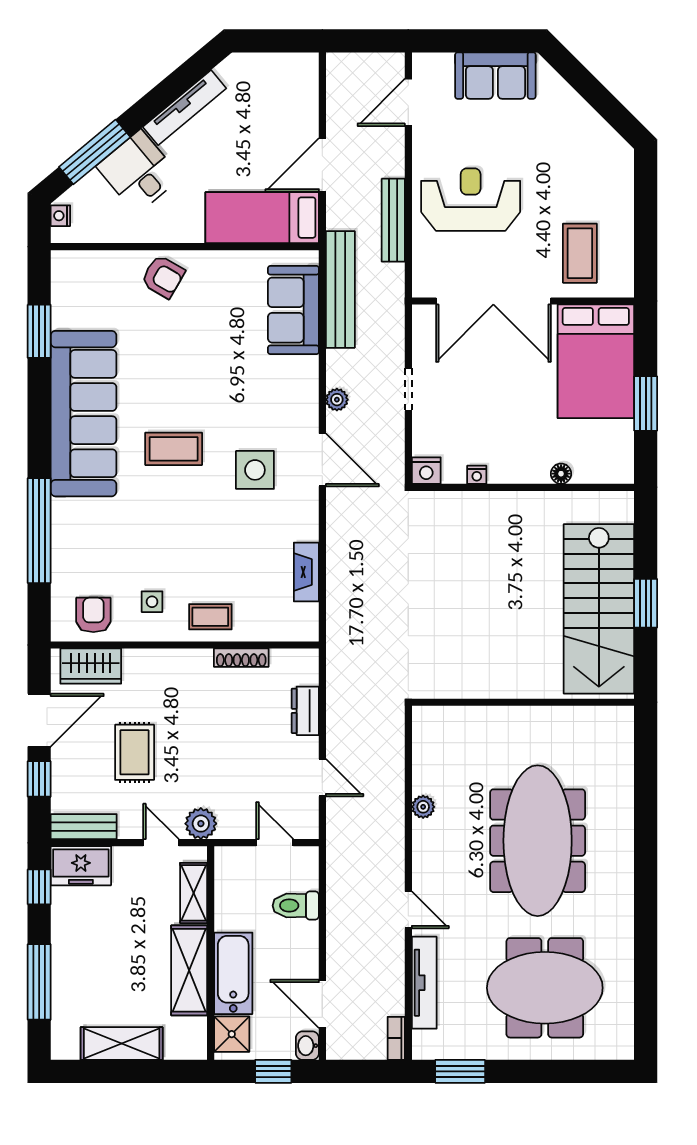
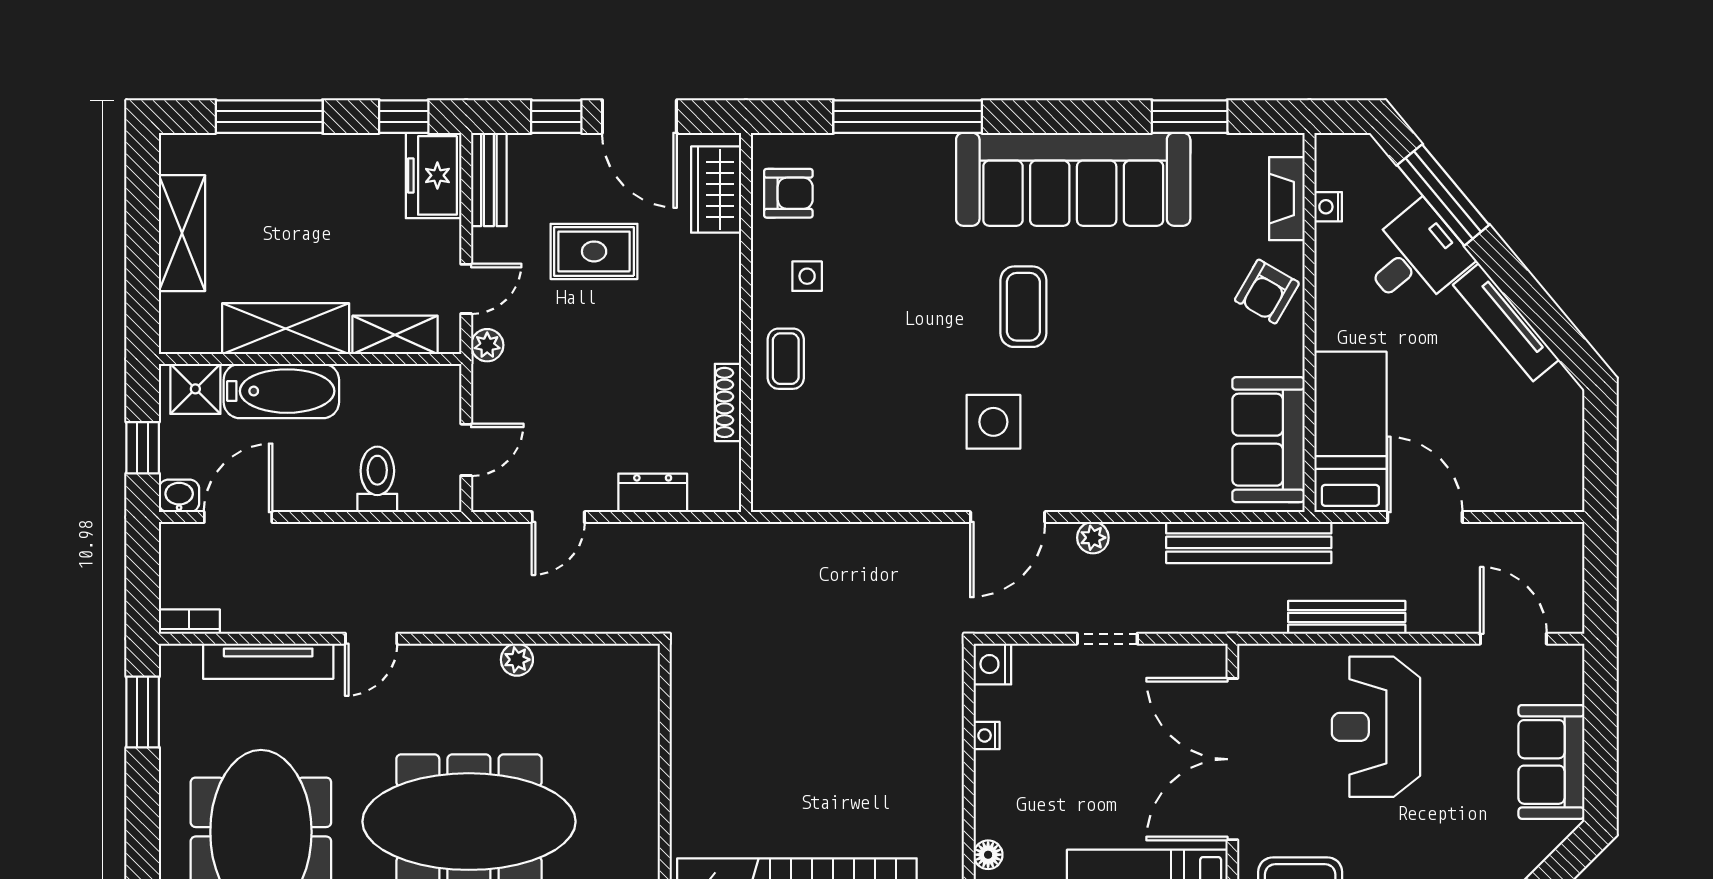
reception desk: (471, 200) -> (1376, 727), turned 180
nightstand: (60, 216) -> (1328, 207), moved, turned -90
sofa: (293, 310) -> (1268, 440), moved, turned -90
fireplace: (306, 572) -> (1287, 199), moved, turned -90
plant: (201, 824) -> (487, 345), width x0.73, depth x0.73

